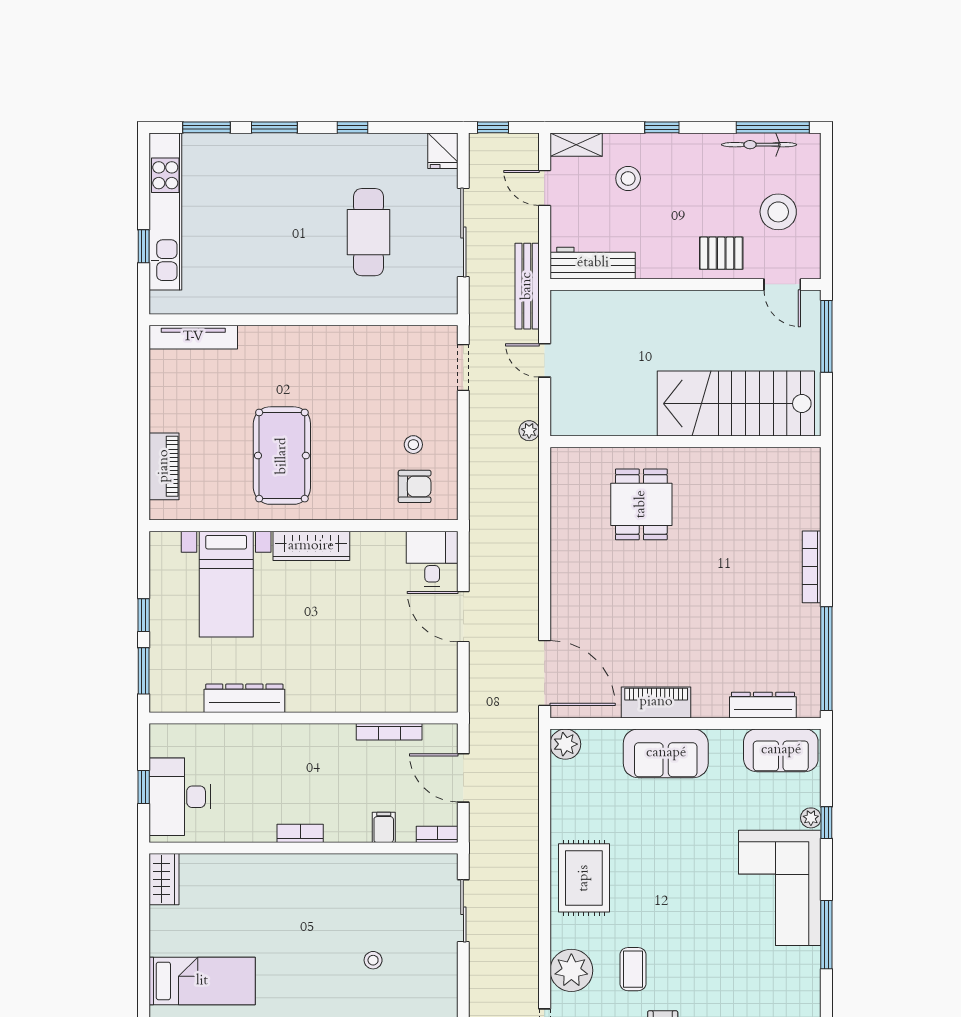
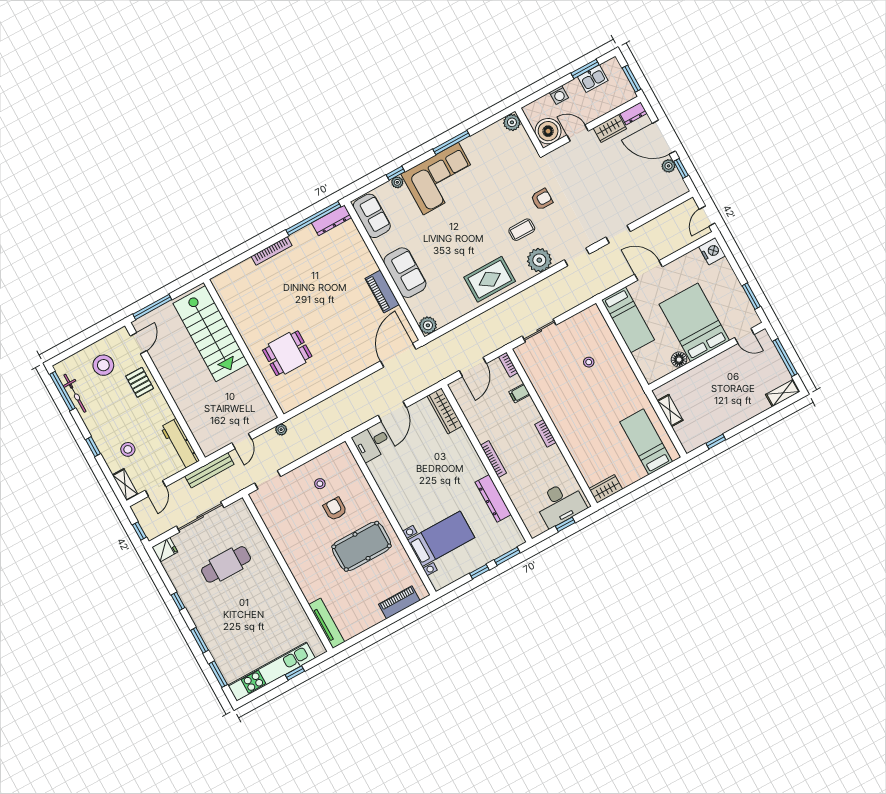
armchair: (415, 486) -> (335, 509), moved
wardrobe: (311, 546) -> (445, 411), moved, turned 180
dresser: (763, 705) -> (332, 220), moved, turned -90
bookcase: (389, 732) -> (493, 459), moved

